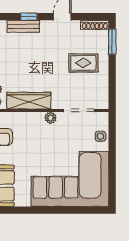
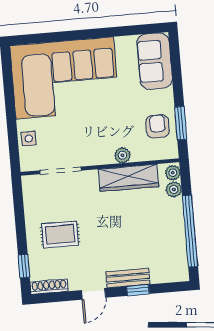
bench: (23, 26) -> (128, 278), moved
window: (112, 42) -> (24, 266), width x0.67
plant: (50, 118) -> (122, 155), moved

